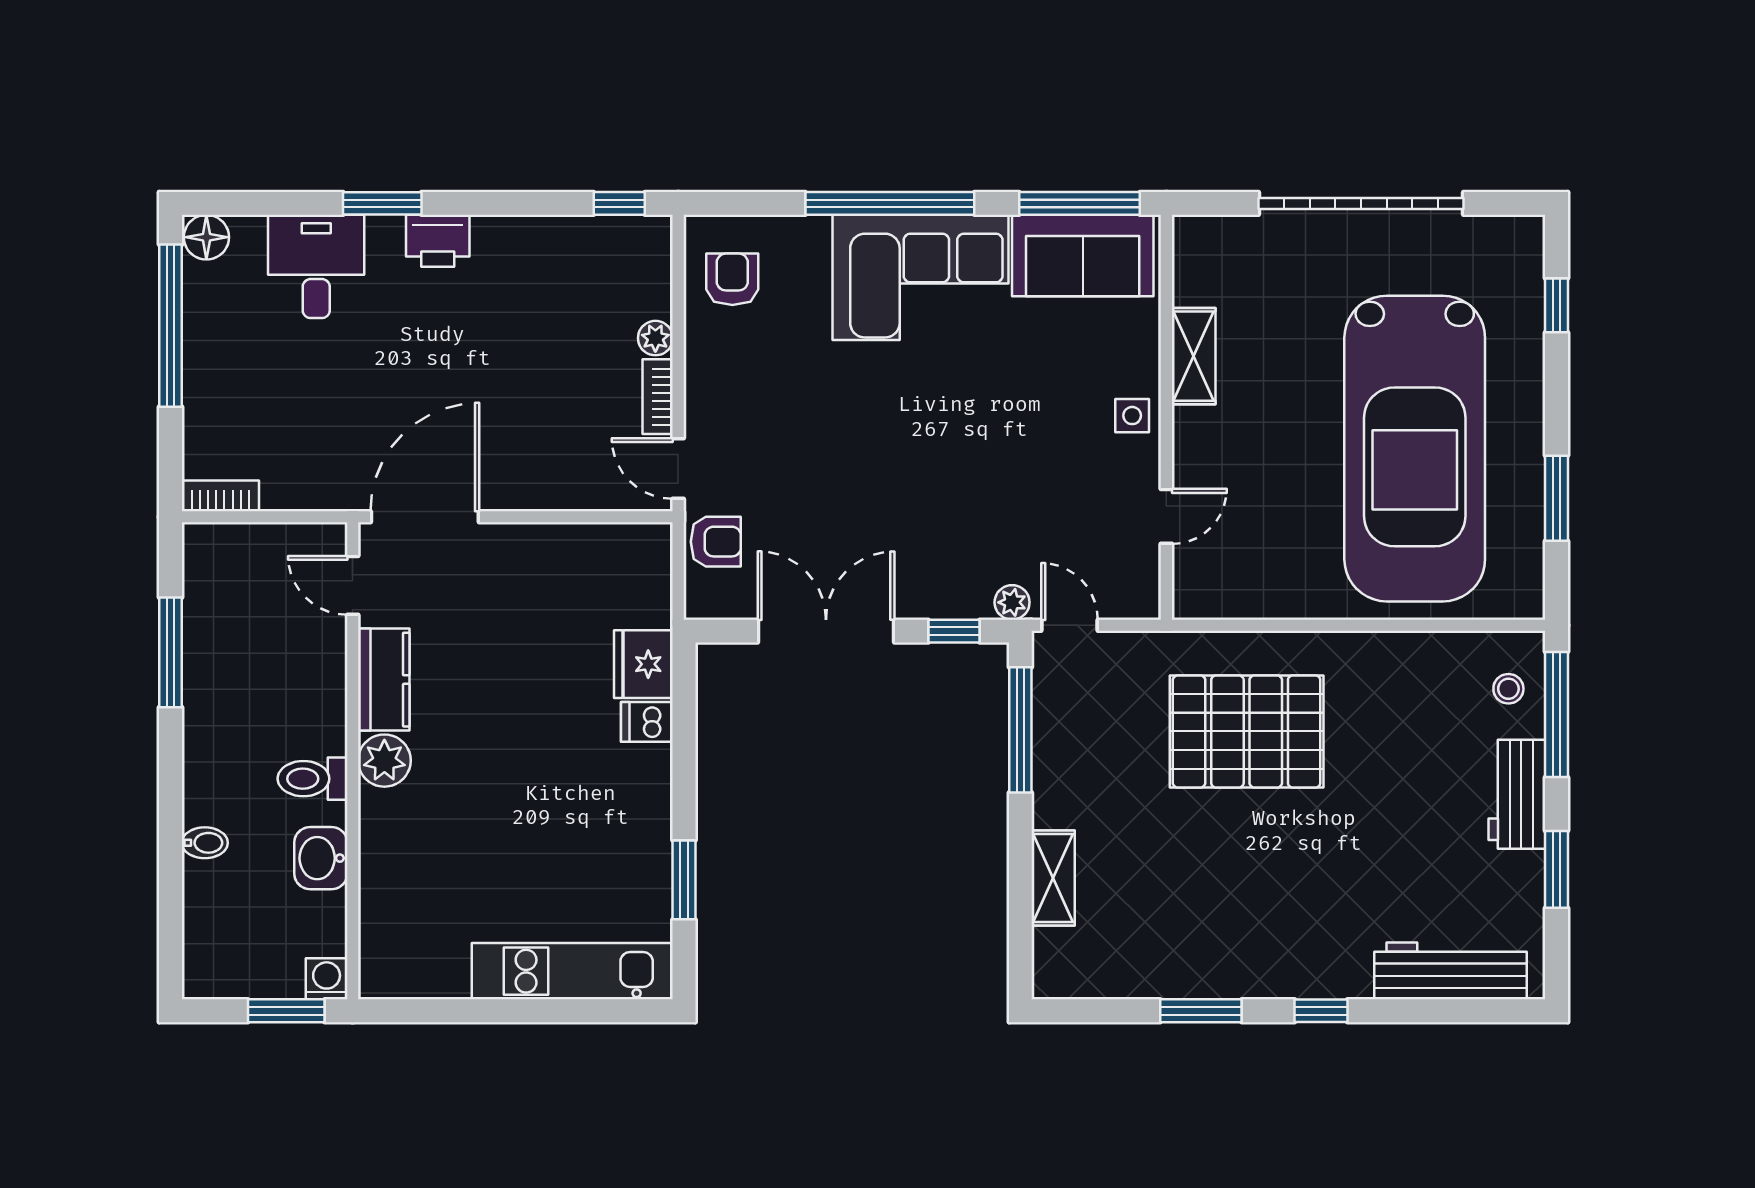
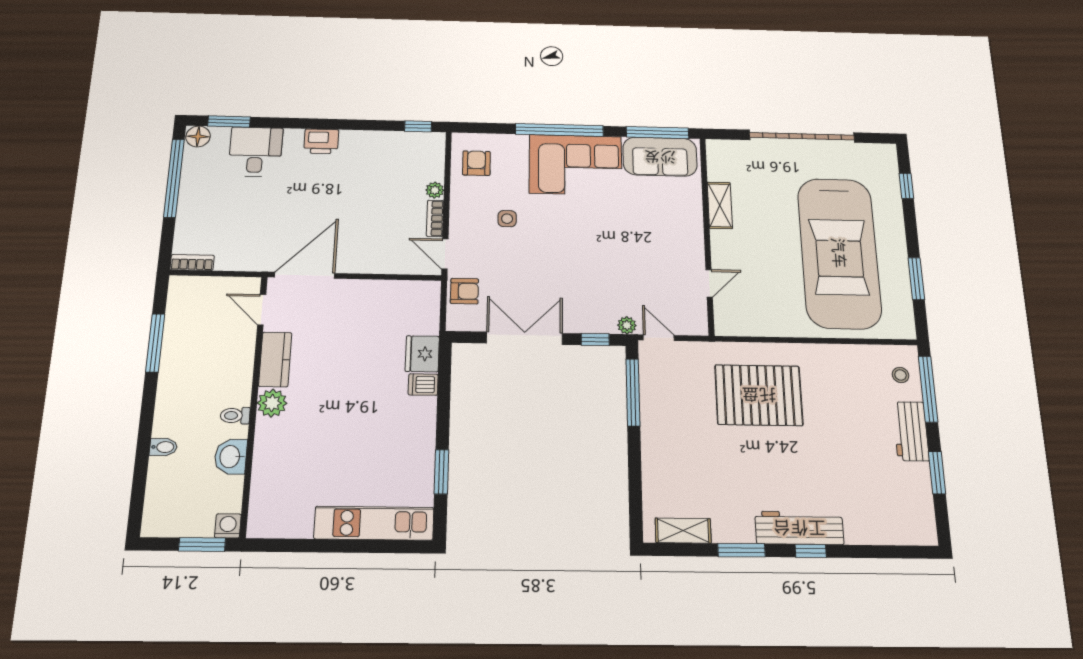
window: (382, 203) -> (229, 121), moved
side table: (1132, 416) -> (507, 219), moved
toilet: (312, 779) -> (235, 416), width x0.73, depth x0.72
shelving: (1053, 878) -> (683, 531), moved, turned 90
workbench: (1451, 971) -> (799, 528), moved

